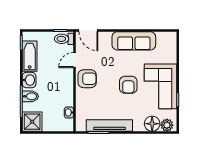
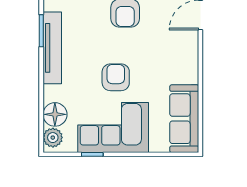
sofa: (134, 41) -> (184, 119), moved
armchair: (128, 85) -> (116, 77), turned 90

